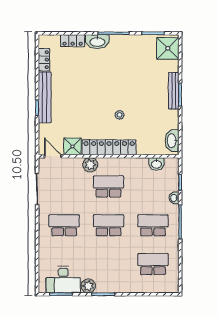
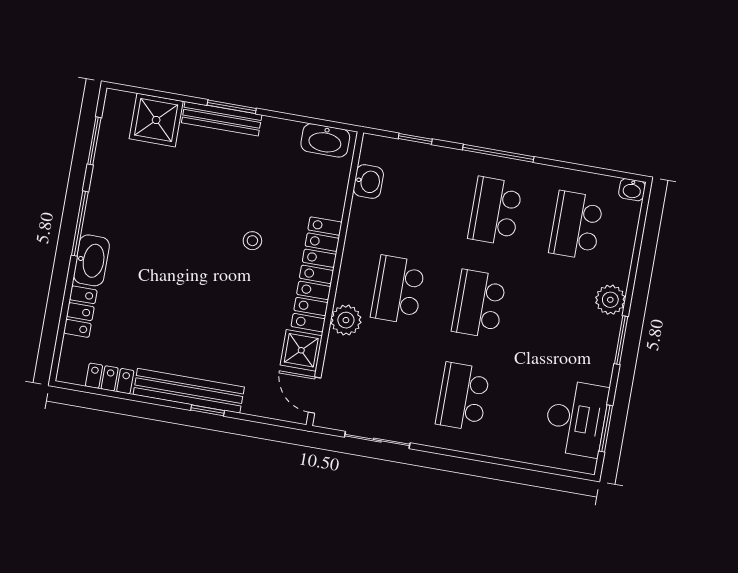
shower: (168, 48) -> (156, 120), moved
door: (53, 156) -> (315, 395), hinge flipped
washbasin: (174, 198) -> (632, 190), moved
plant: (88, 286) -> (610, 300), moved

